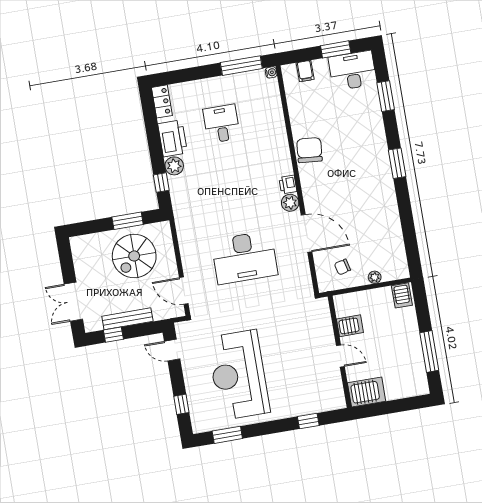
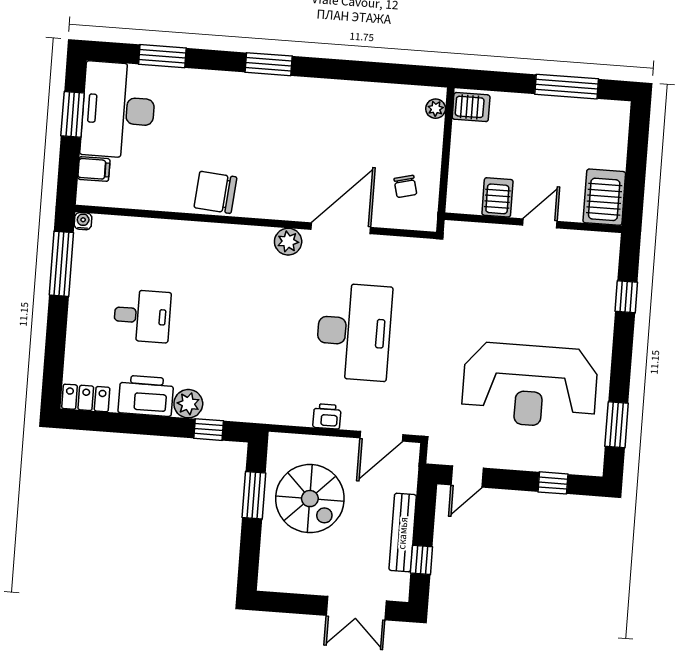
desk: (352, 71) -> (118, 110), width x1.36, depth x1.30
desk: (222, 124) -> (142, 316), turned 180
printer: (288, 184) -> (327, 416), moved, turned 180
plant: (375, 277) -> (436, 109), moved

